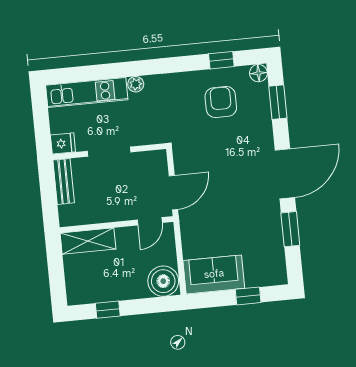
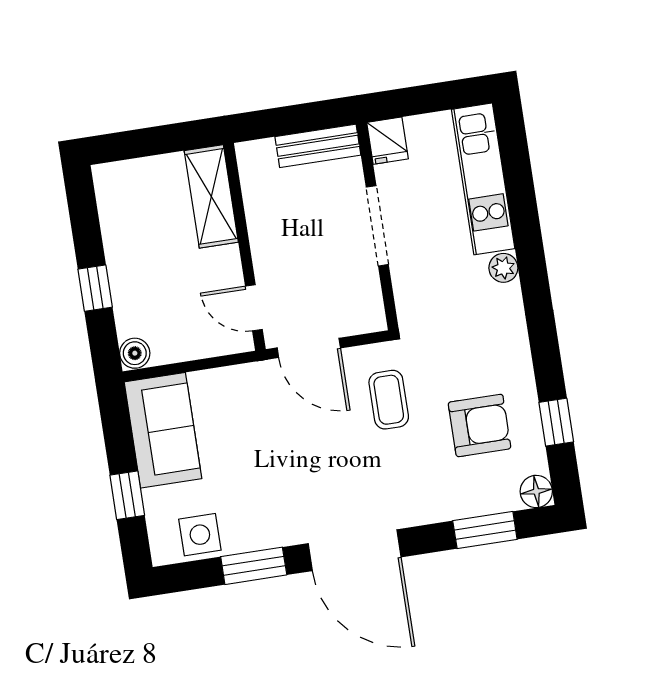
coffee table: (204, 151) -> (389, 400), added
side table: (272, 258) -> (200, 535), added
boiler: (163, 281) -> (135, 353), width x0.54, depth x0.54
window: (108, 310) -> (95, 288), moved

